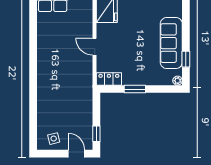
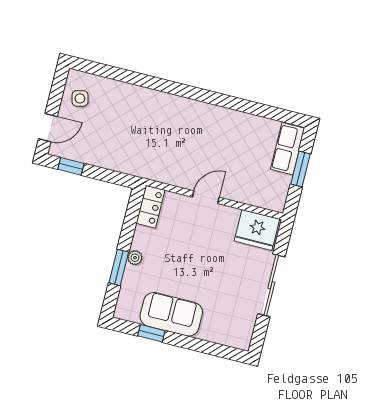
sofa: (171, 43) -> (171, 314), width x0.73
plant: (178, 81) -> (135, 258), moved
window: (135, 89) -> (119, 267), moved

